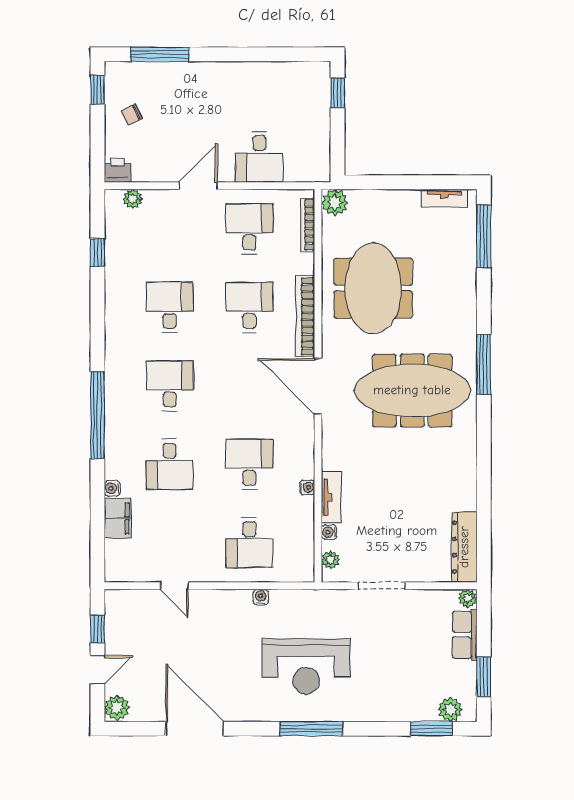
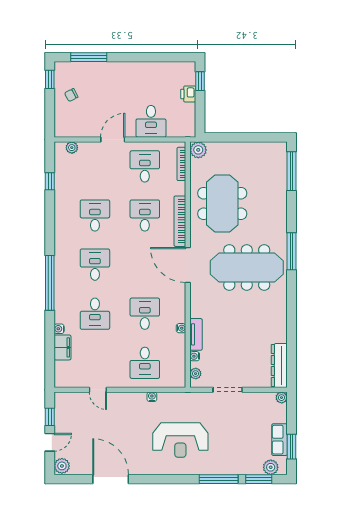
printer: (117, 170) -> (188, 94), moved, turned -90
tv unit: (444, 198) -> (267, 147), removed
row of seats: (465, 635) -> (280, 440), moved
window: (311, 729) -> (219, 479), moved

